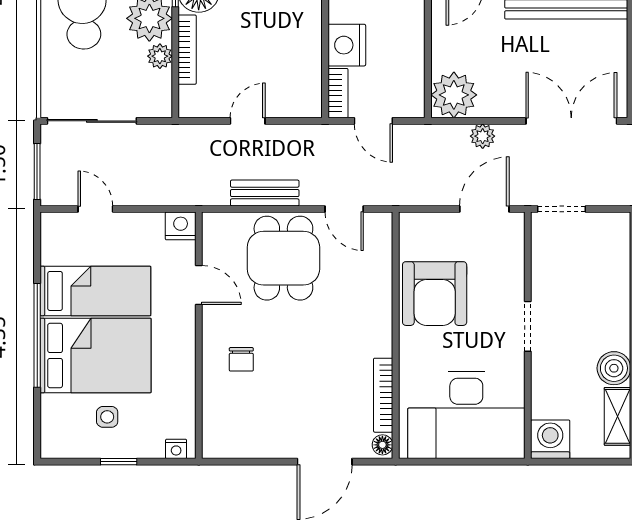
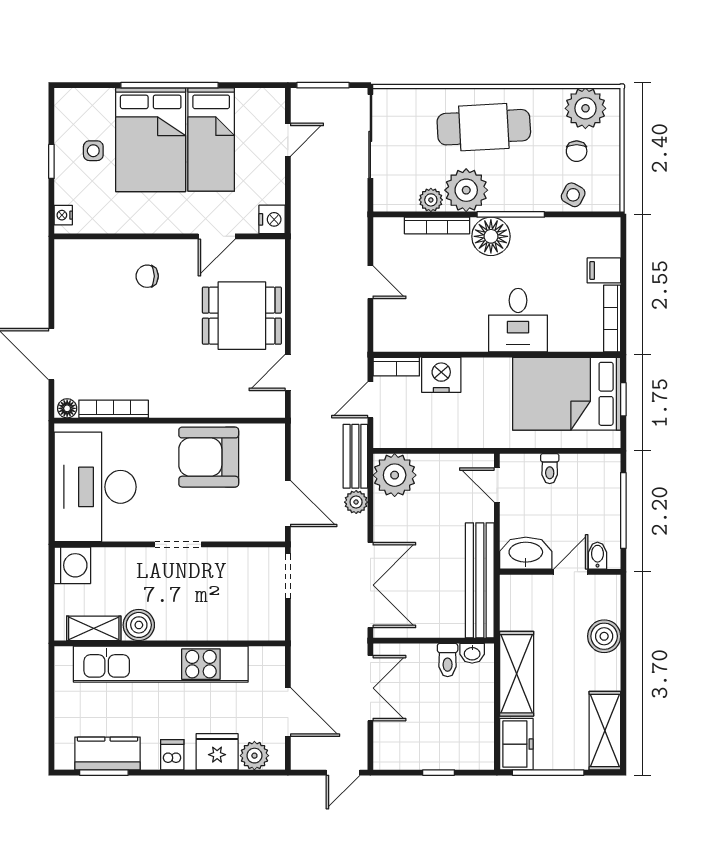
bench: (265, 193) -> (355, 456), moved

